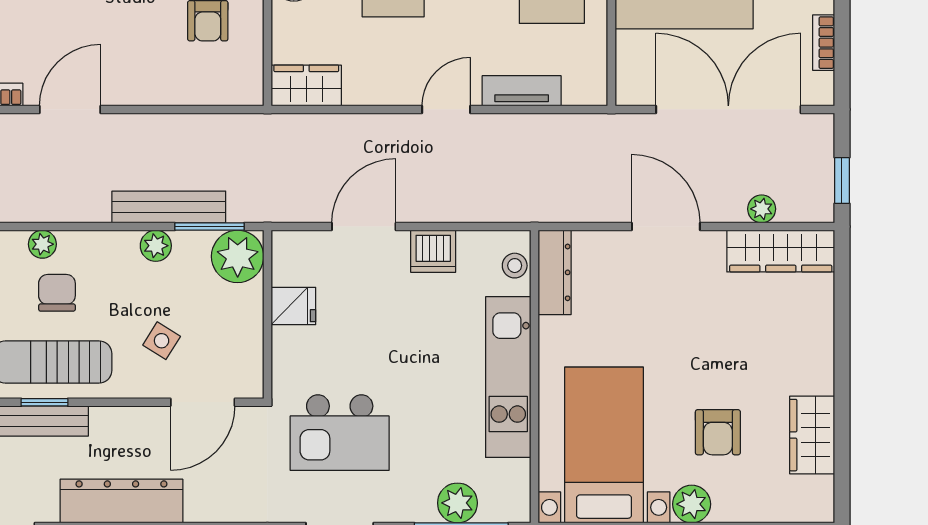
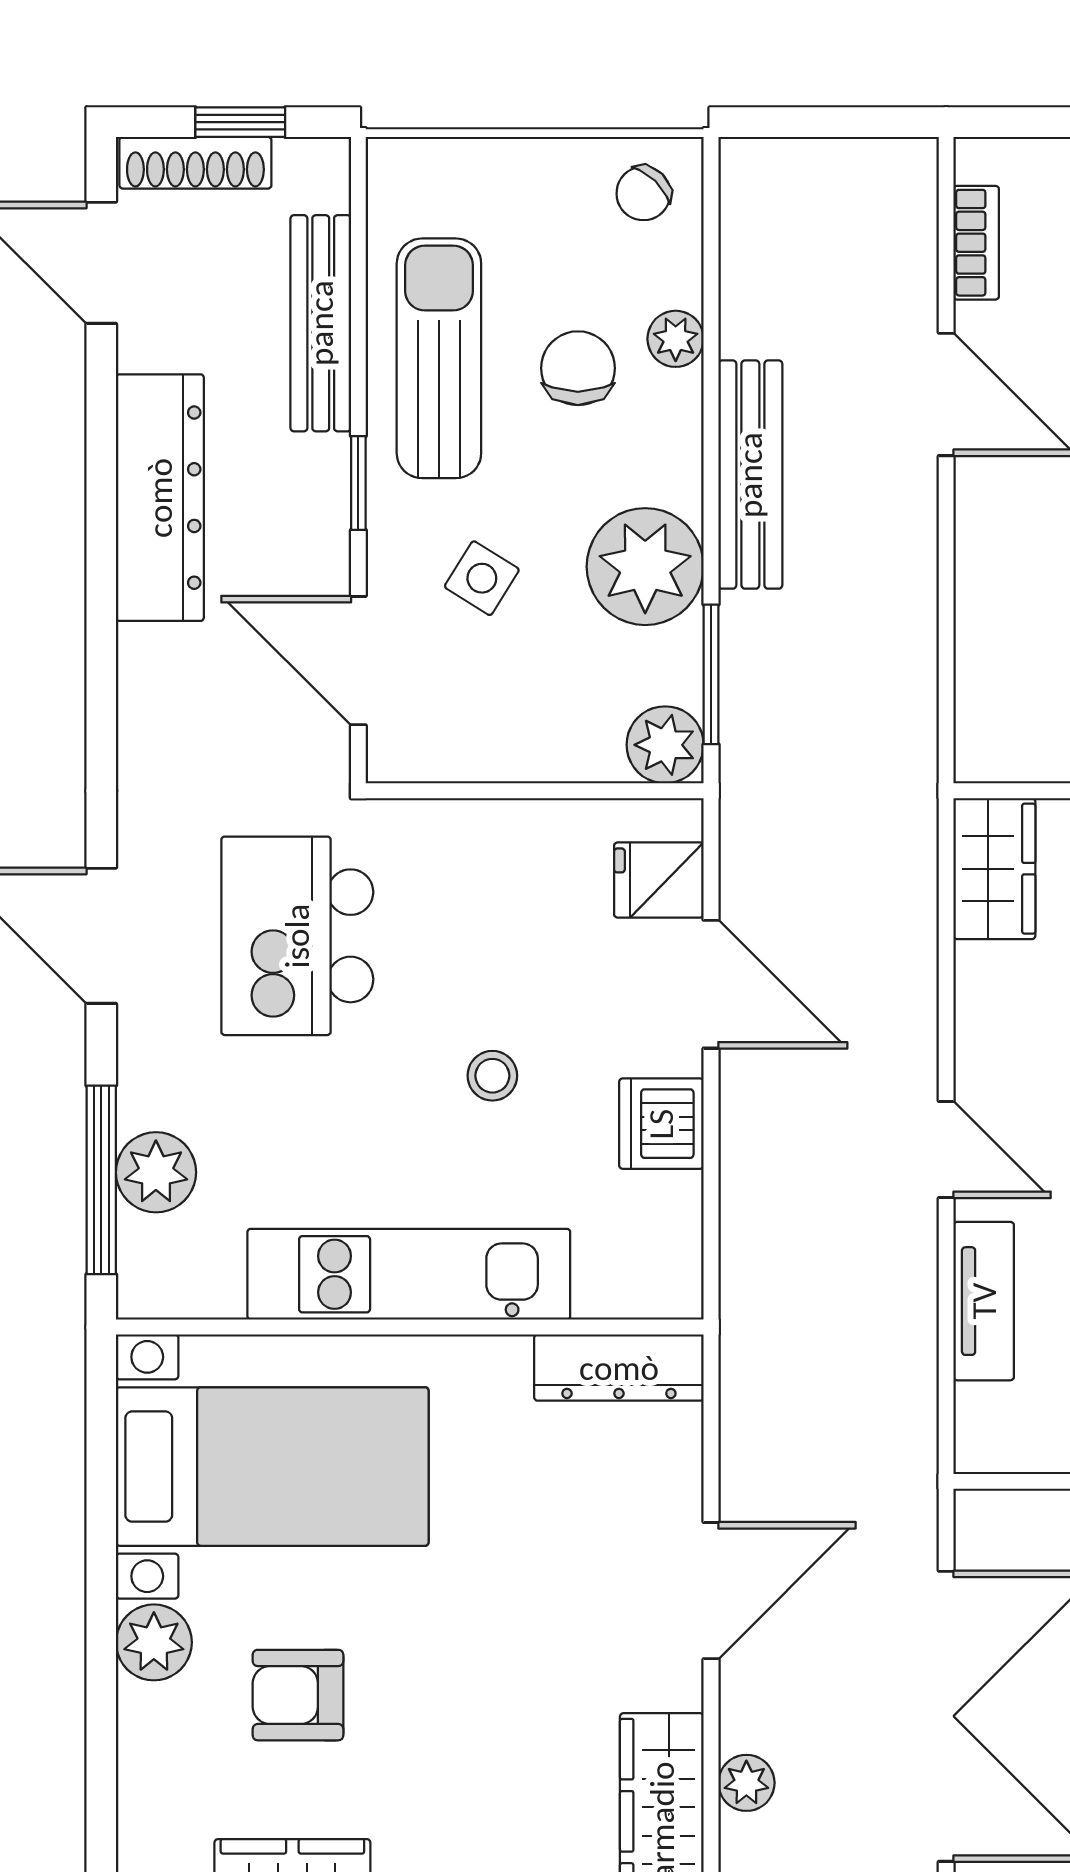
bench: (169, 207) -> (750, 475), moved
plant: (156, 246) -> (645, 567), width x1.88, depth x1.88
plant: (238, 256) -> (665, 745), width x0.73, depth x0.73
stool: (515, 266) -> (492, 1076), moved
chair: (57, 293) -> (578, 368), turned -90
fridge: (293, 306) -> (659, 880), moved, turned 90
window: (45, 402) -> (358, 483), moved

